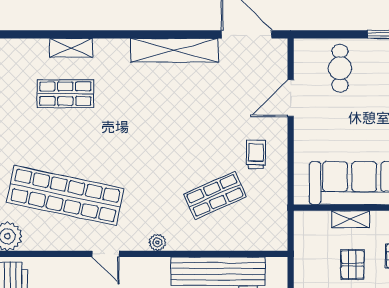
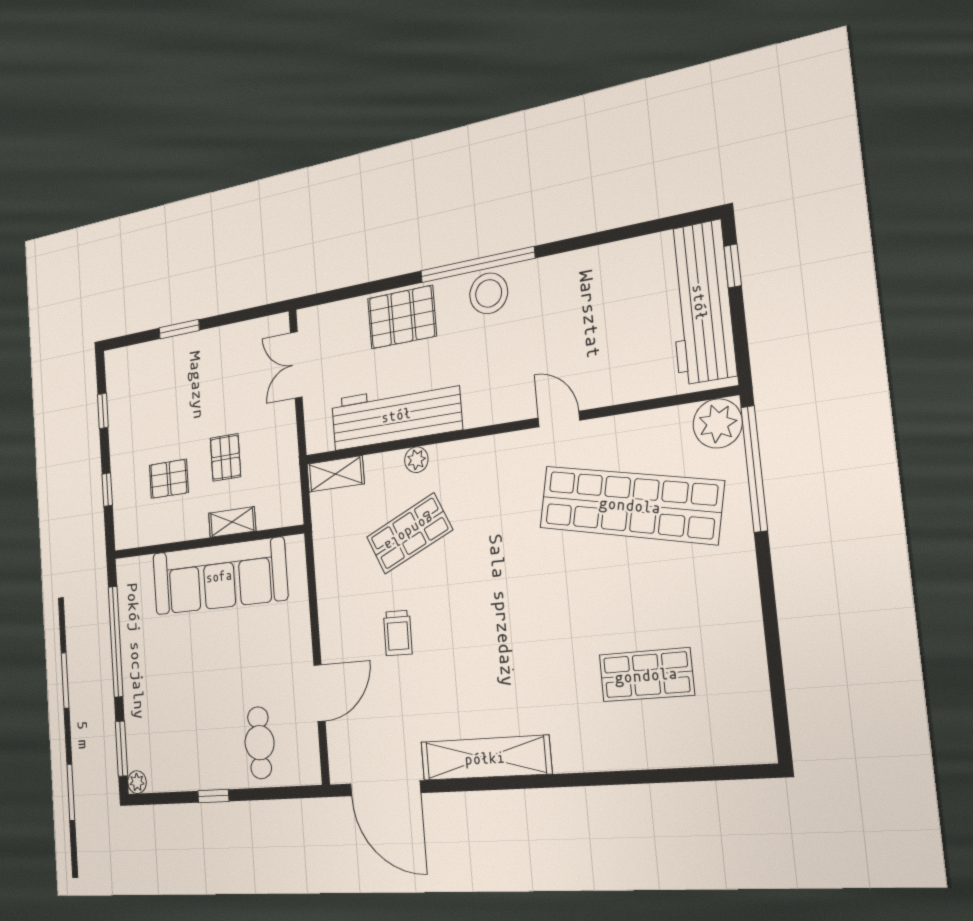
shelving: (71, 48) -> (335, 474), moved
trolley: (256, 154) -> (398, 633), moved
plant: (157, 242) -> (416, 460), moved

